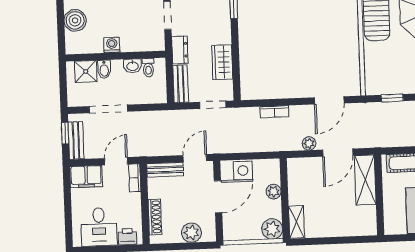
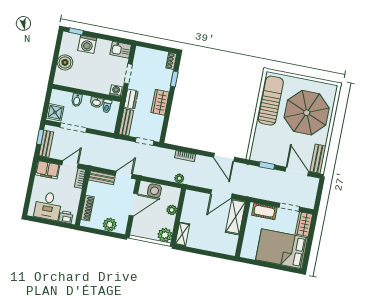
washing machine: (112, 45) -> (116, 91), moved
wardrobe: (222, 62) -> (160, 102), moved
shower: (86, 71) -> (55, 112), moved
door: (329, 100) -> (224, 157), hinge flipped
plant: (309, 143) -> (179, 178), moved

